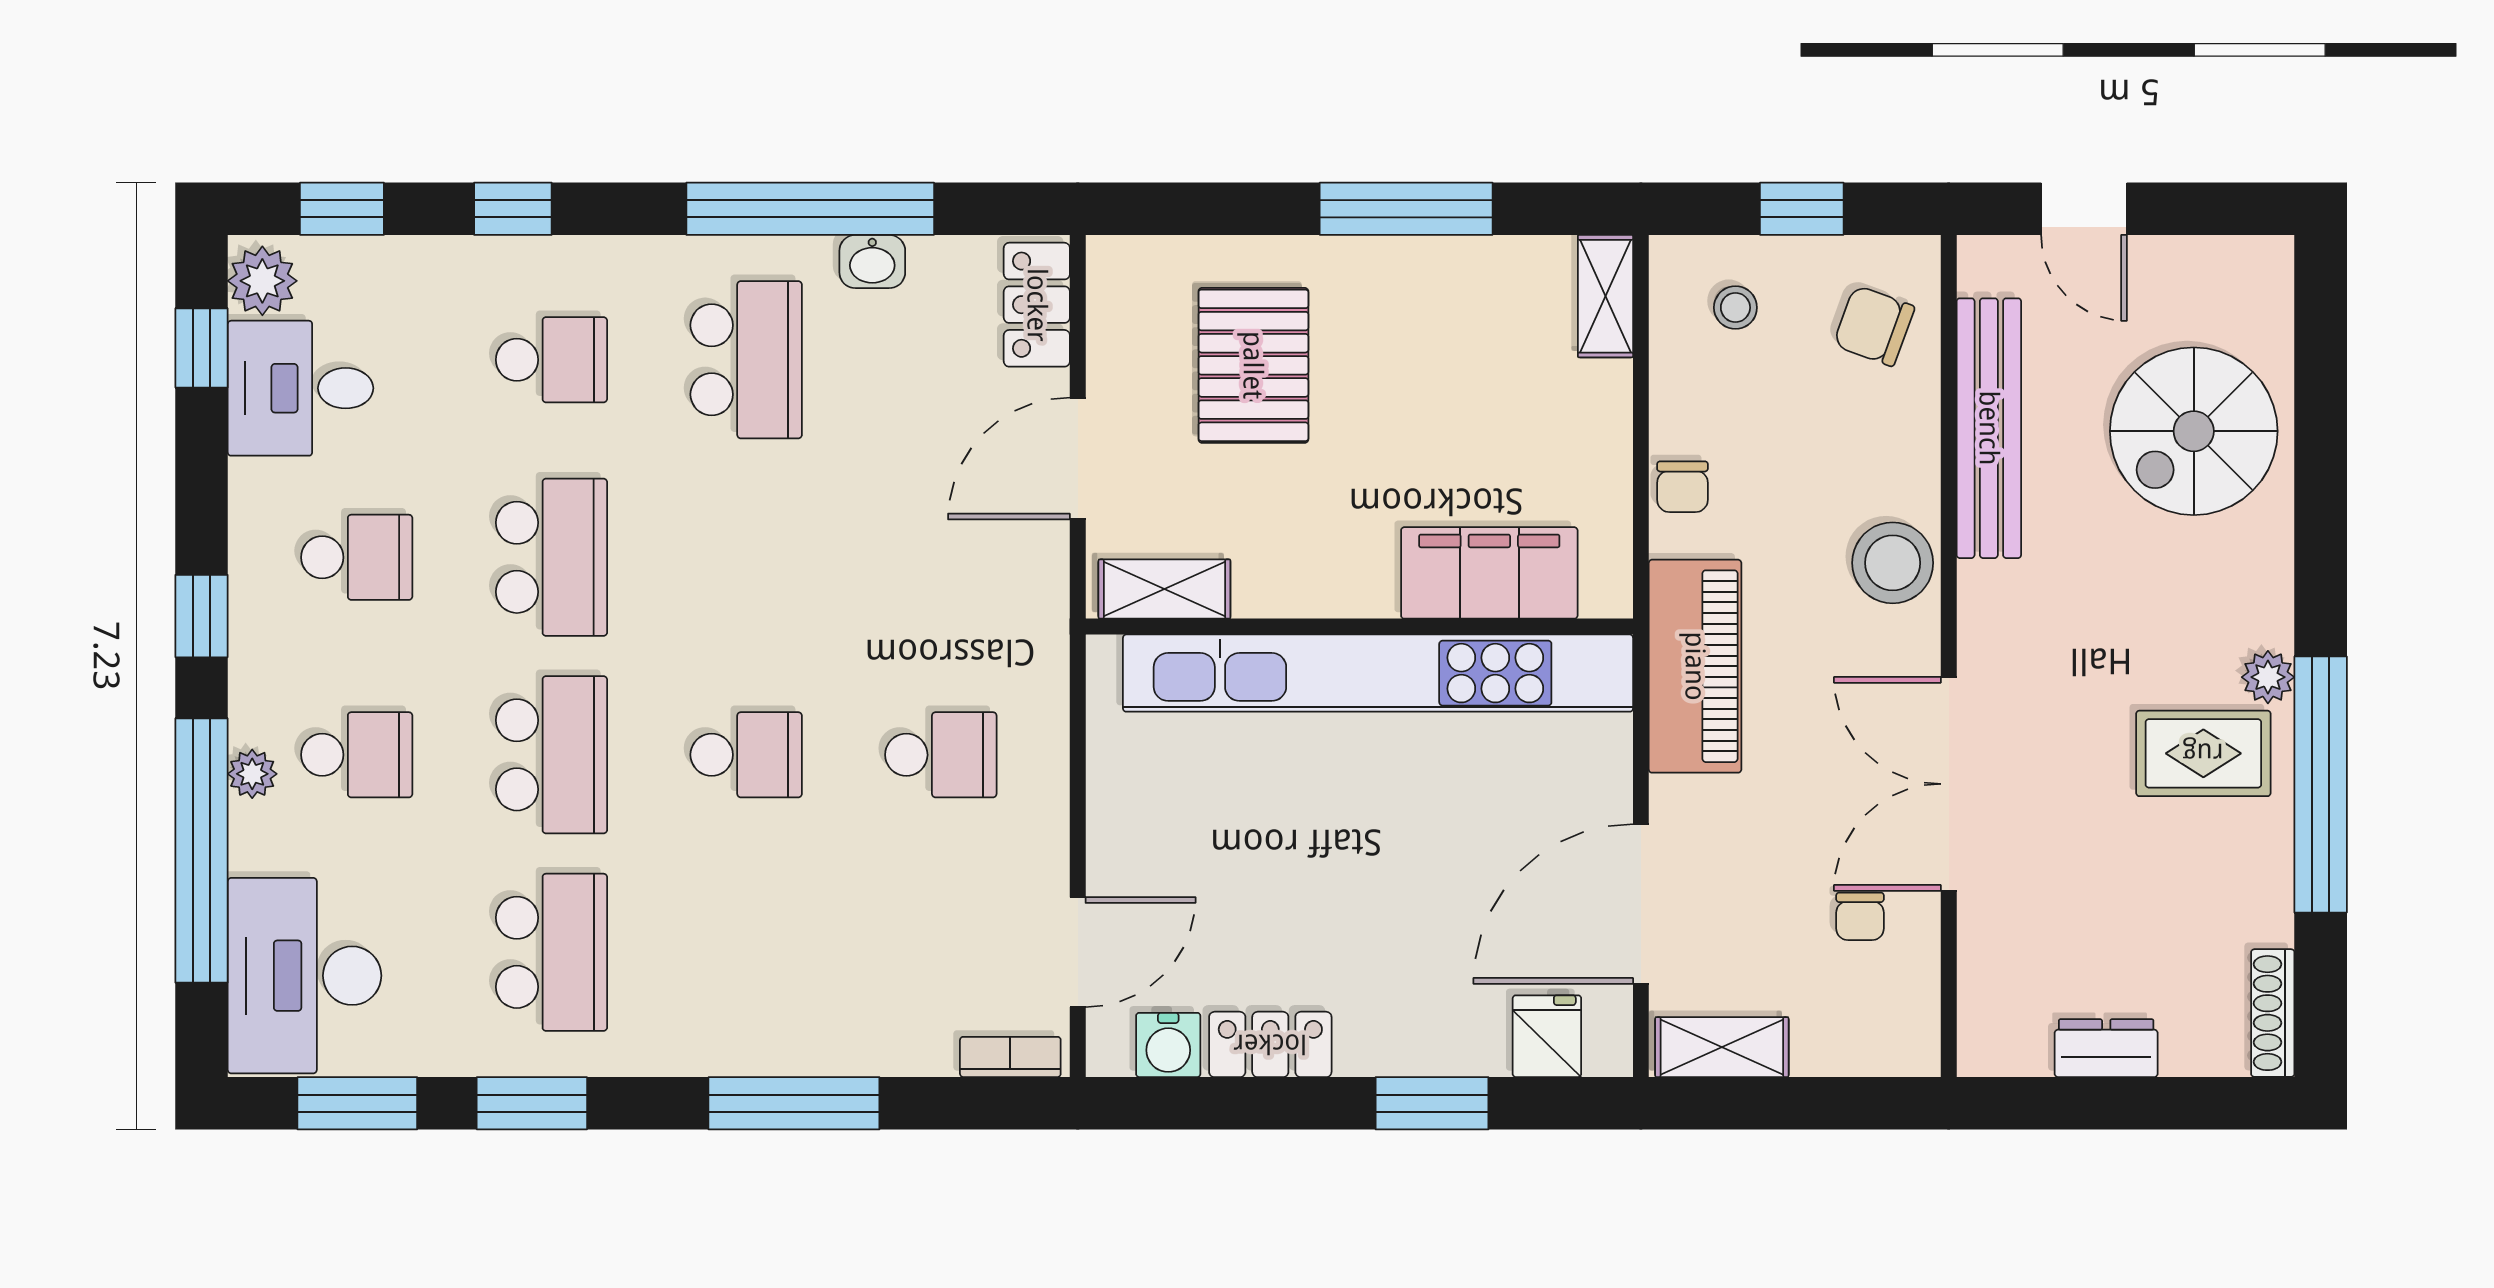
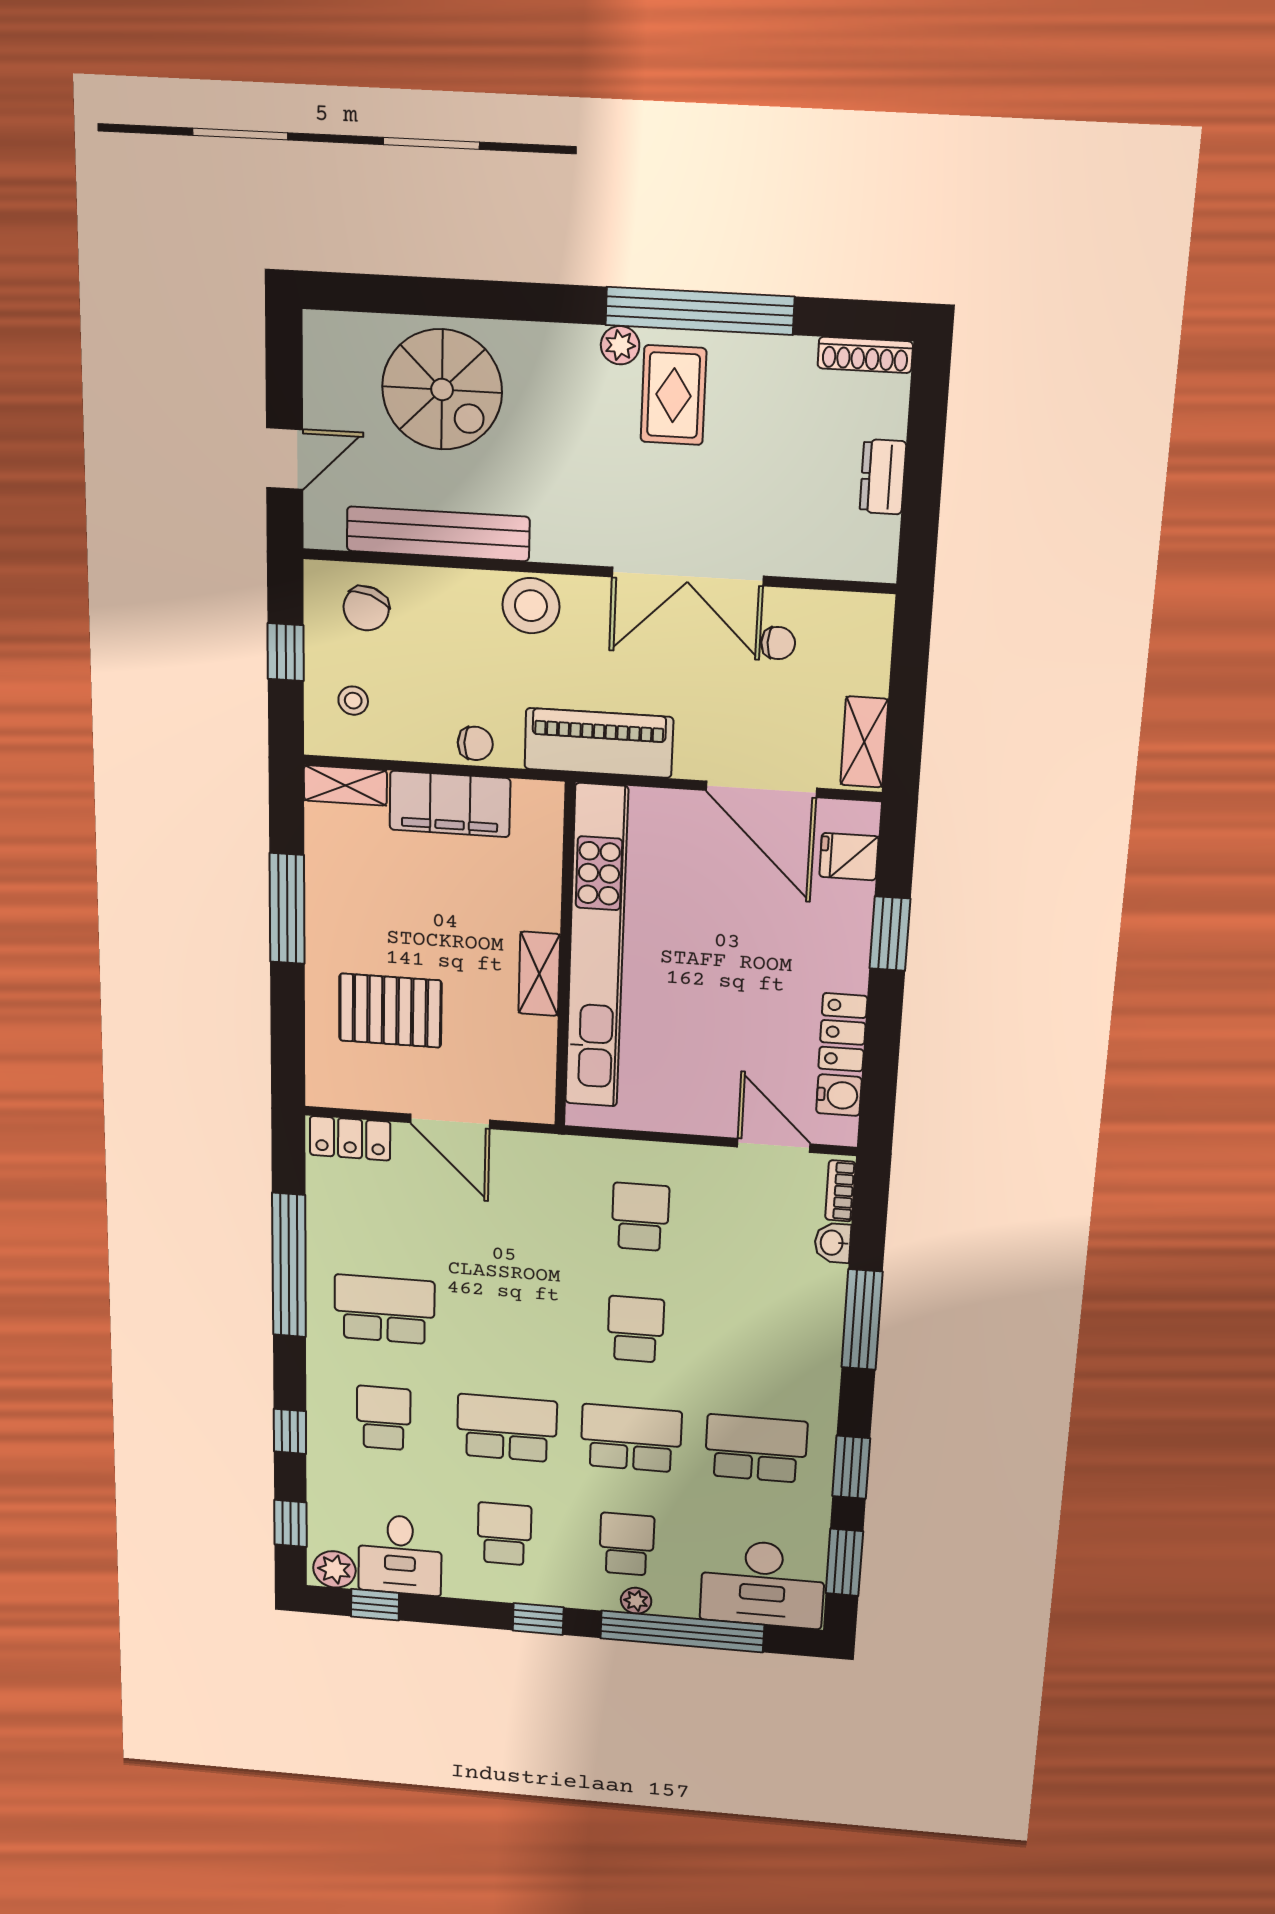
washbasin: (872, 262) -> (833, 1243), moved, turned 180
filing cabinet: (1489, 573) -> (450, 804), moved, turned -90
shelving: (1164, 589) -> (539, 974), moved

